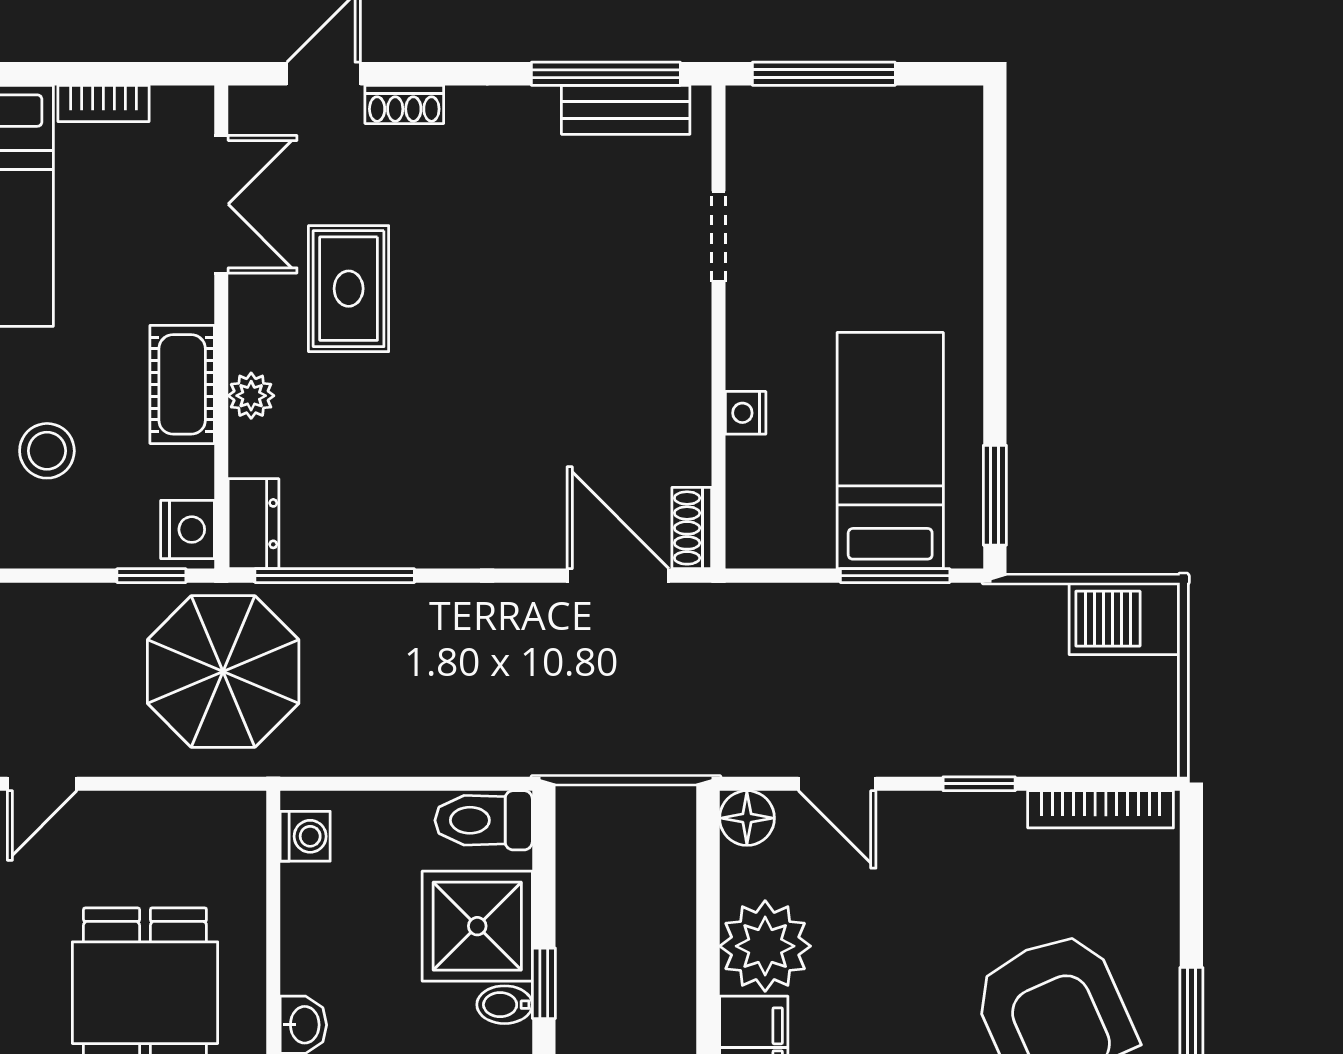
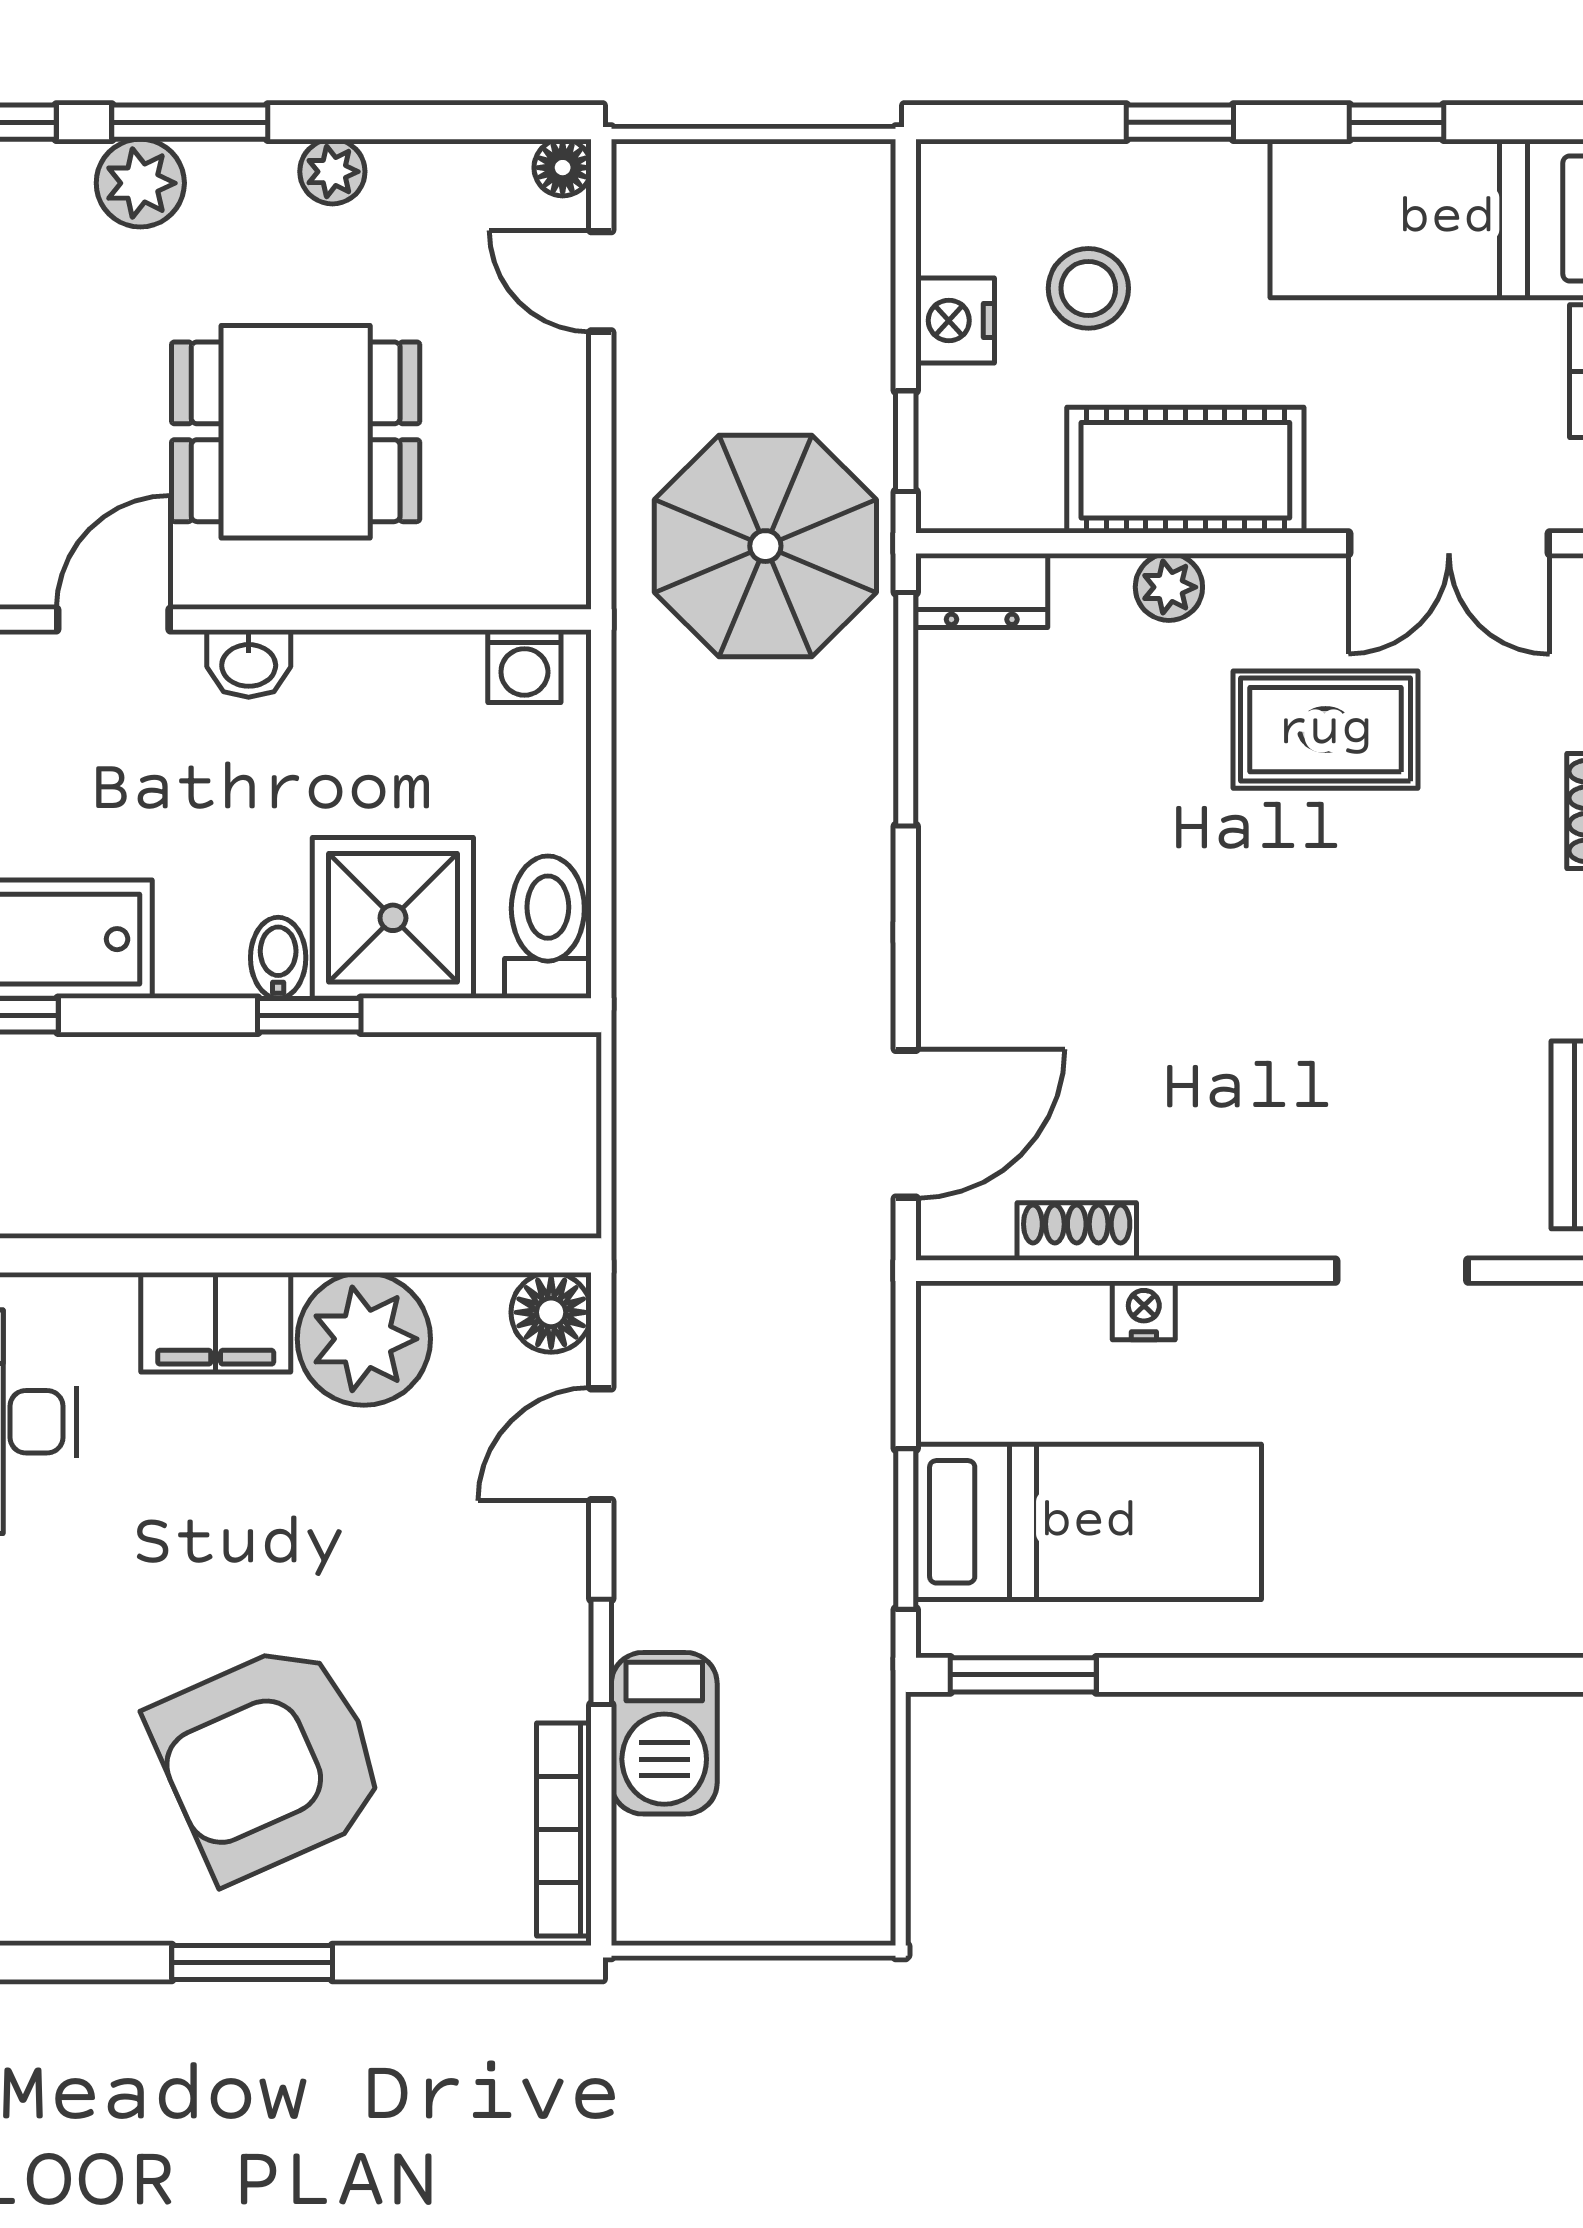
cot: (182, 384) -> (1185, 470), width x1.37, depth x1.34
shoe rack: (692, 528) -> (1077, 1232), moved
nightstand: (187, 530) -> (955, 320), moved, turned 90
barbecue: (1125, 619) -> (664, 1733), moved, turned 180

